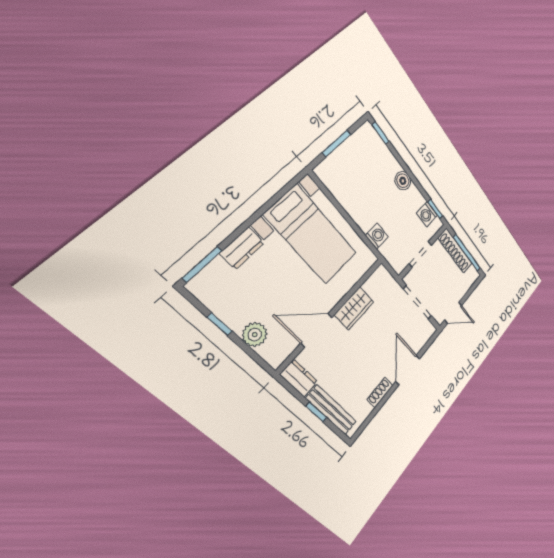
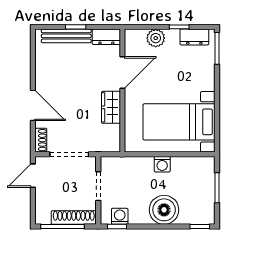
boiler: (403, 181) -> (164, 210), width x1.86, depth x1.86
washing machine: (377, 236) -> (162, 164), moved
dresser: (242, 248) -> (194, 37), moved, turned -90
shoe rack: (380, 393) -> (41, 140), moved

